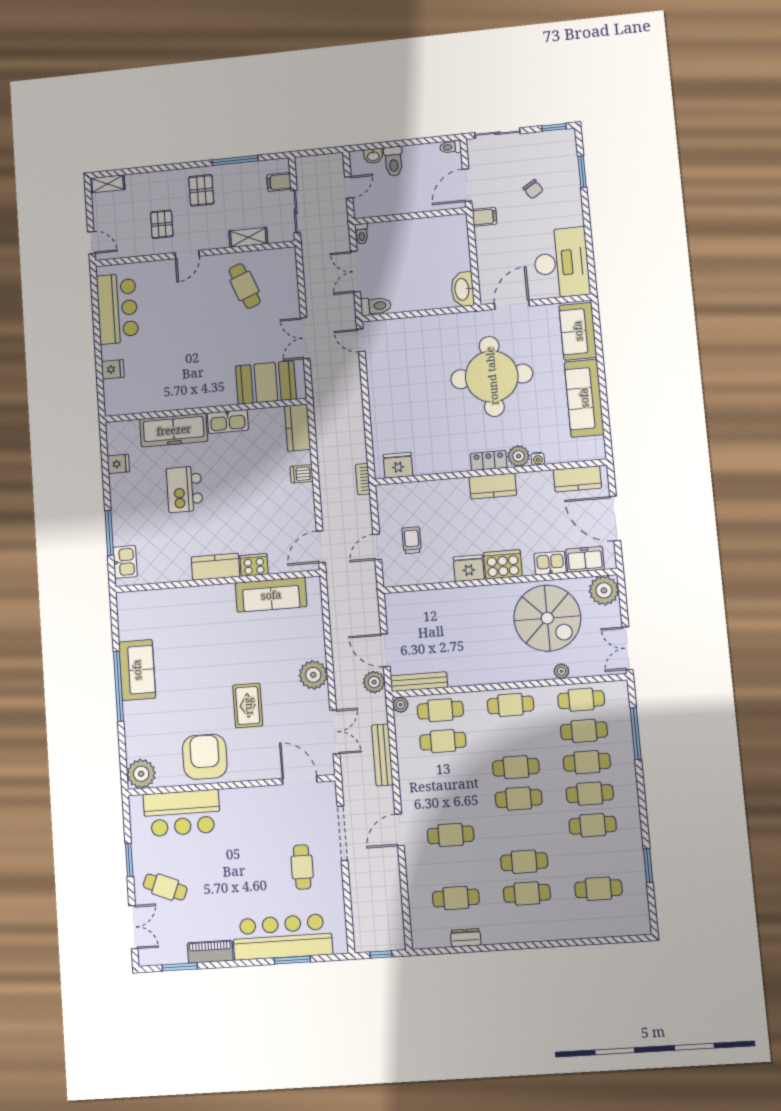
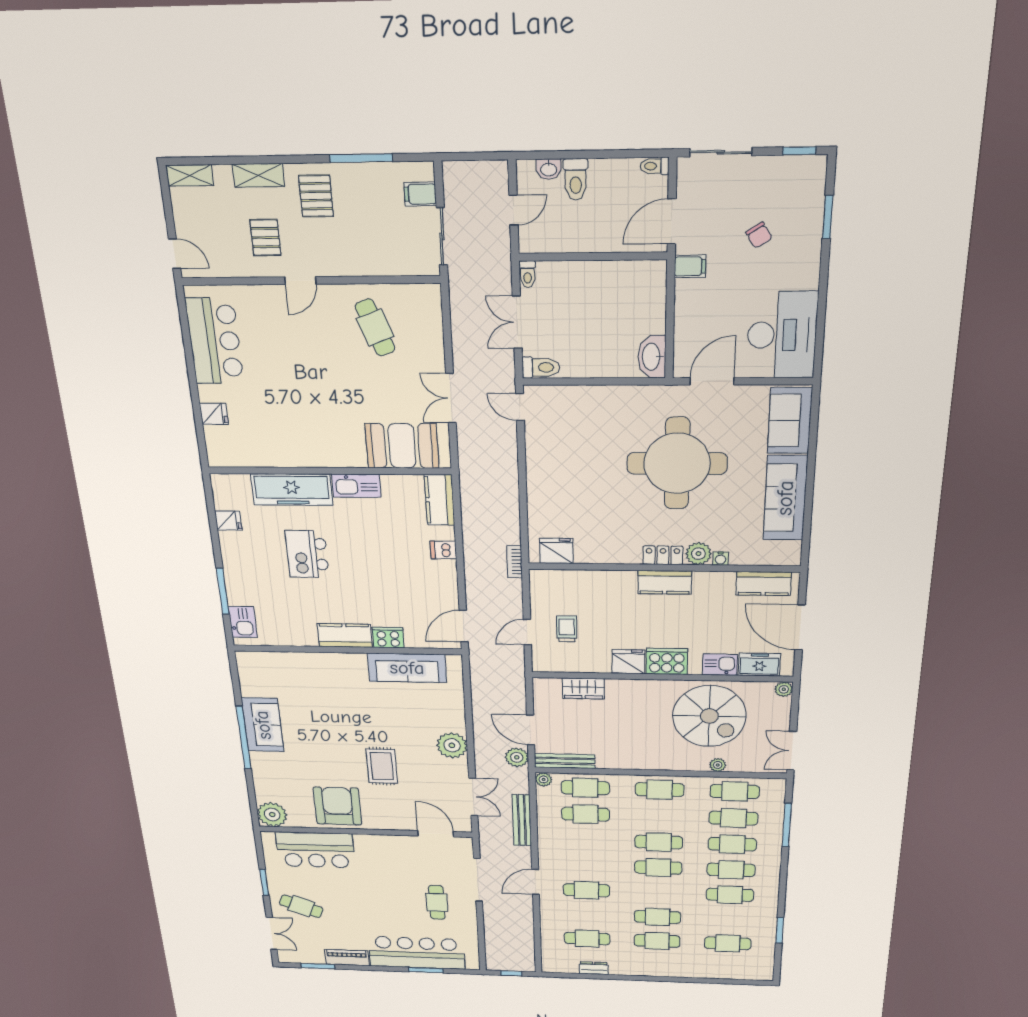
shelving: (248, 237) -> (258, 175), moved
plant: (604, 590) -> (784, 689), width x0.53, depth x0.53
wardrobe: (431, 600) -> (583, 688), added

